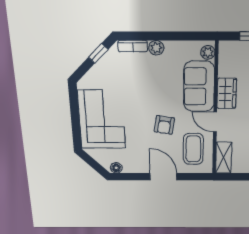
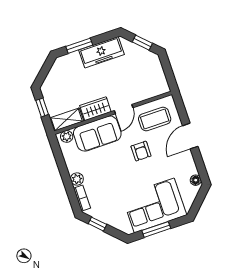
window: (75, 113) -> (156, 229), added
armchair: (164, 125) -> (141, 151), turned 81
shelving: (224, 158) -> (67, 120), moved

